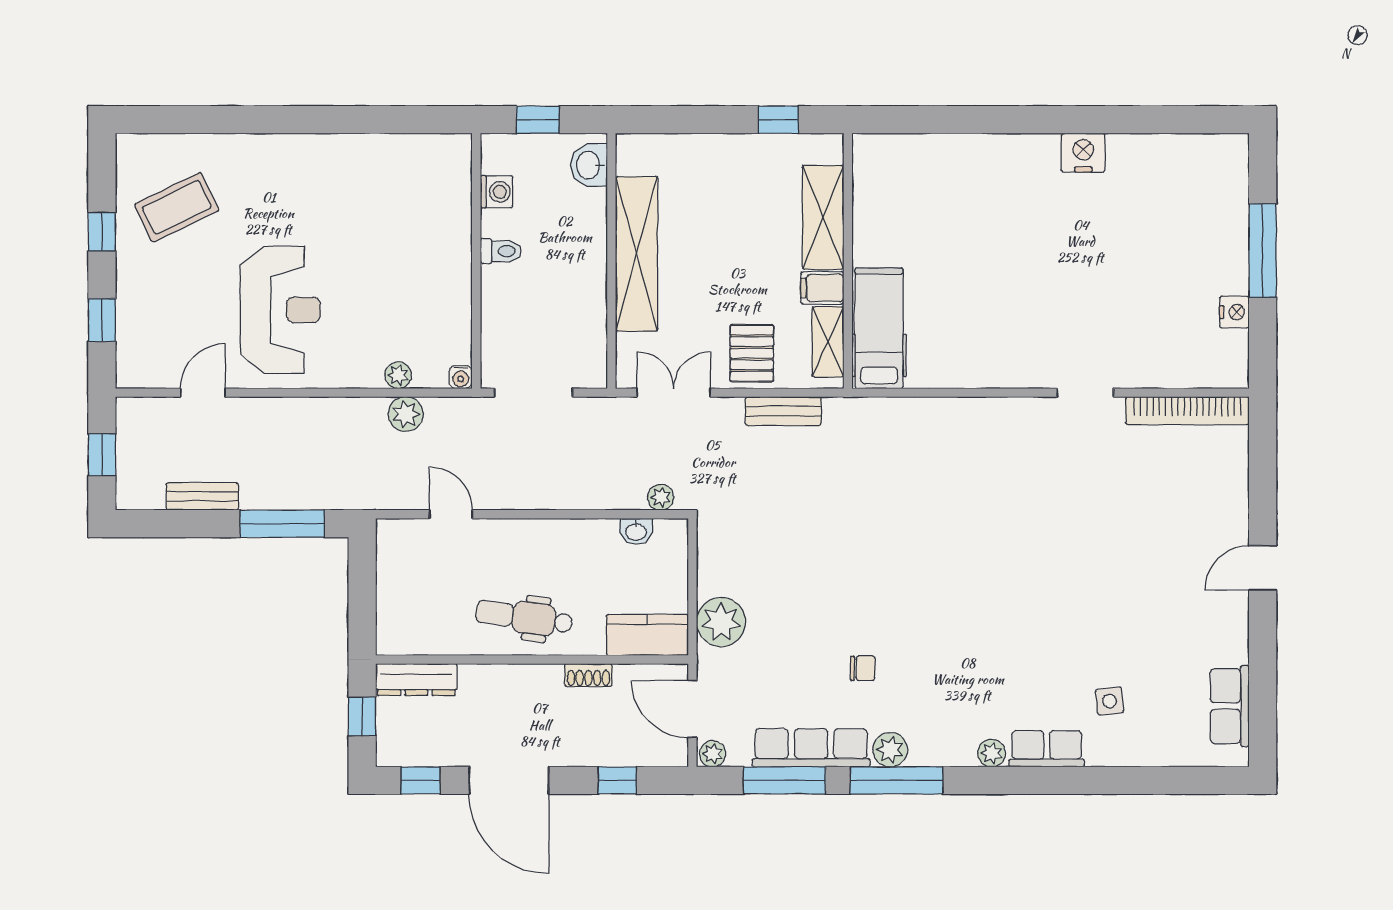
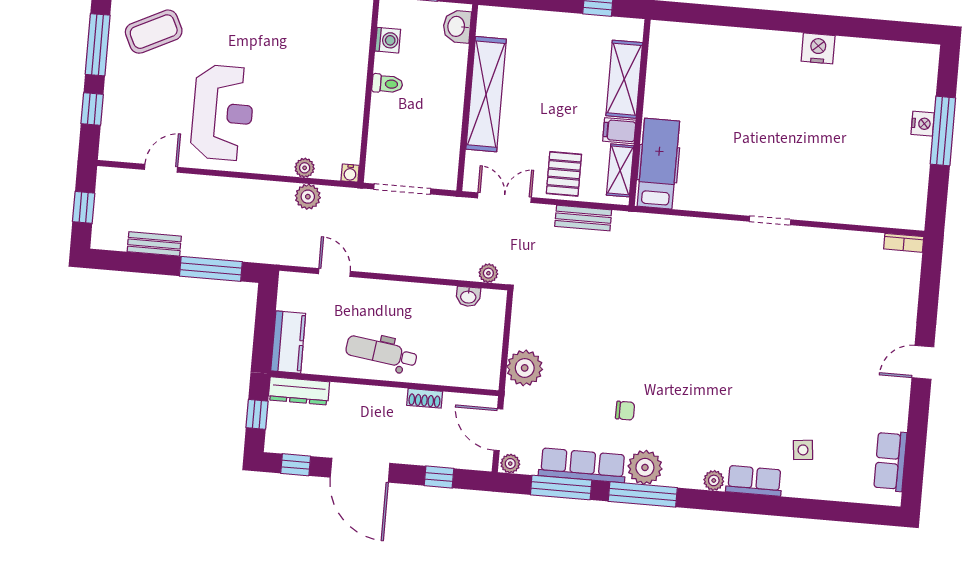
window: (102, 232) -> (98, 45), width x2.17
nightstand: (1234, 312) -> (923, 124), moved
doorway: (1085, 393) -> (770, 221), moved
bookcase: (1187, 411) -> (904, 243), width x0.43, depth x0.76
kitchen counter: (647, 635) -> (288, 342), moved, turned 90
plant: (890, 750) -> (645, 467), width x1.36, depth x1.36

